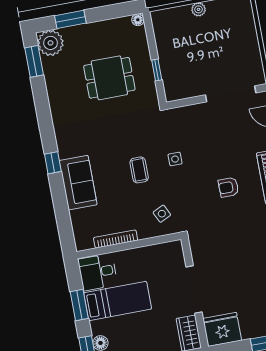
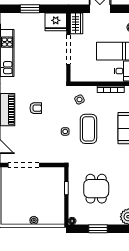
window: (70, 19) -> (98, 229), moved
dining table: (109, 78) -> (96, 189), turned 90
coffee table: (139, 170) -> (88, 129), width x1.86, depth x1.72

